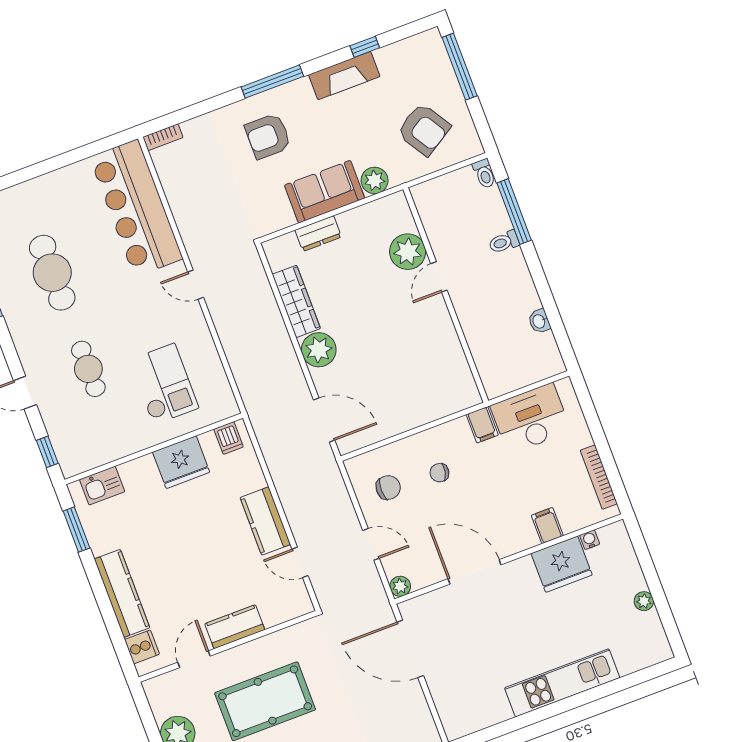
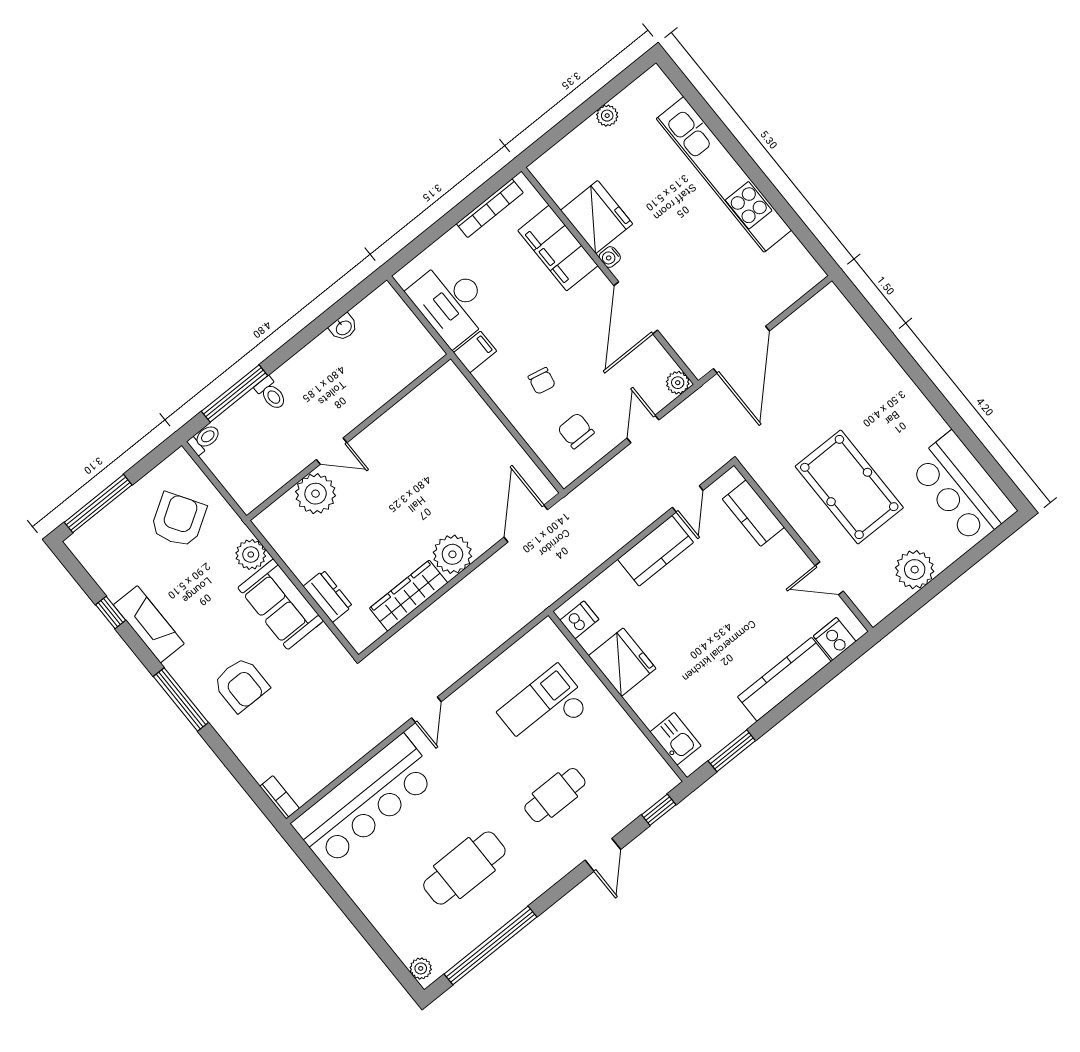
filing cabinet: (547, 526) -> (558, 248), width x3.00, depth x1.17
water cooler: (590, 540) -> (610, 257), moved
kitchen counter: (235, 627) -> (753, 513), moved
kitchen unit: (562, 683) -> (724, 174), width x1.36

